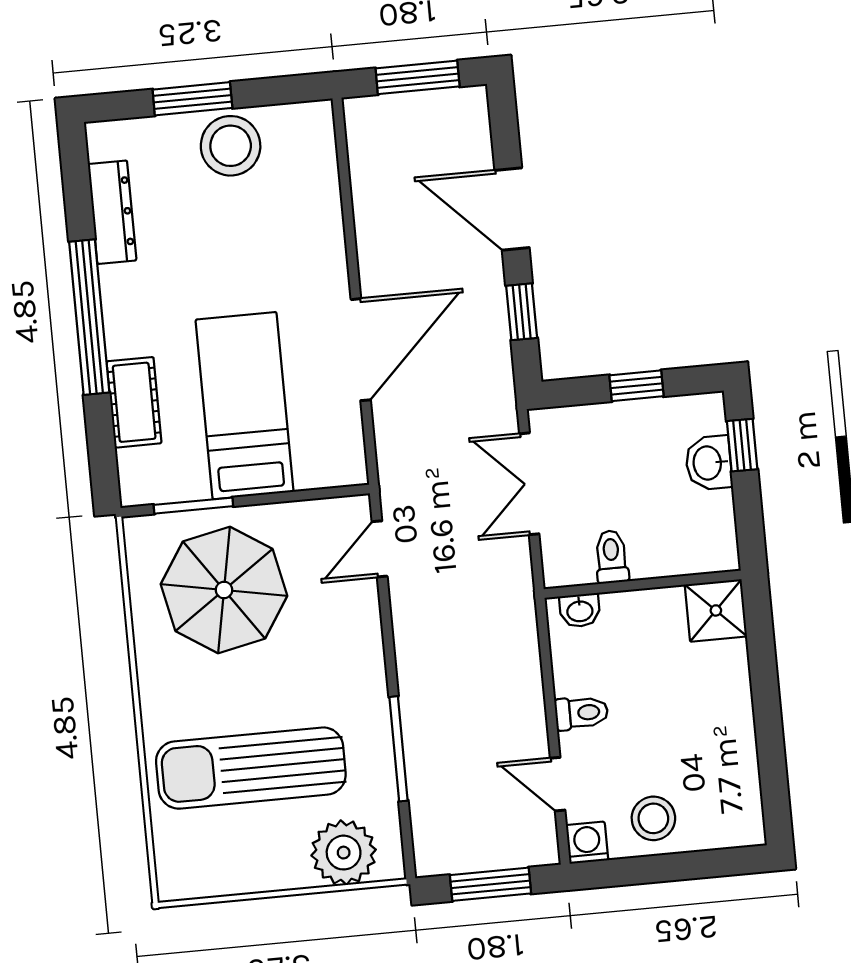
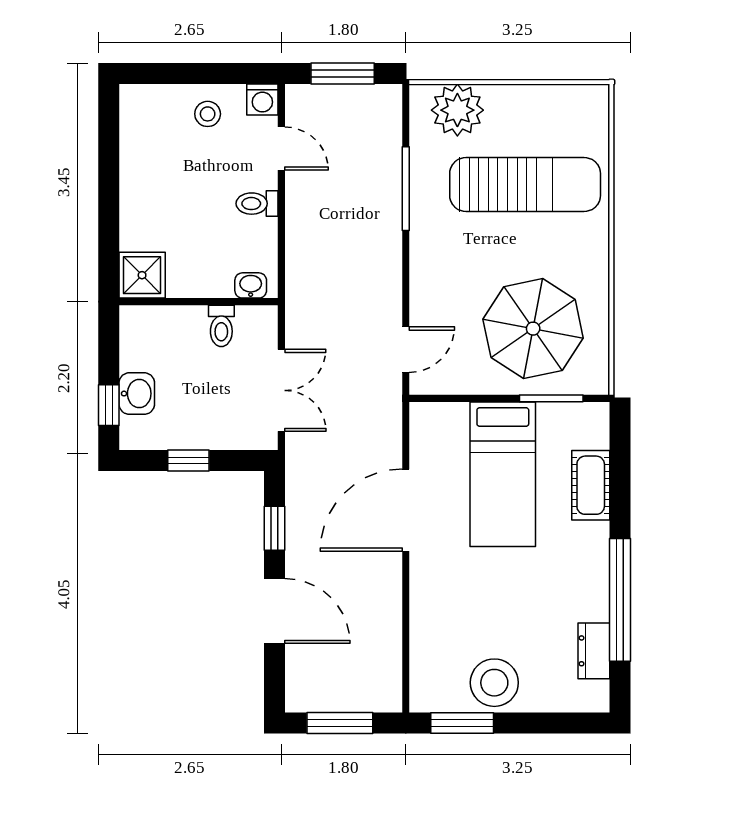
window: (192, 99) -> (462, 723), moved
dresser: (112, 212) -> (594, 651), width x0.70
window: (89, 317) -> (620, 600), moved
stool: (653, 818) -> (208, 114), width x0.73, depth x0.73

